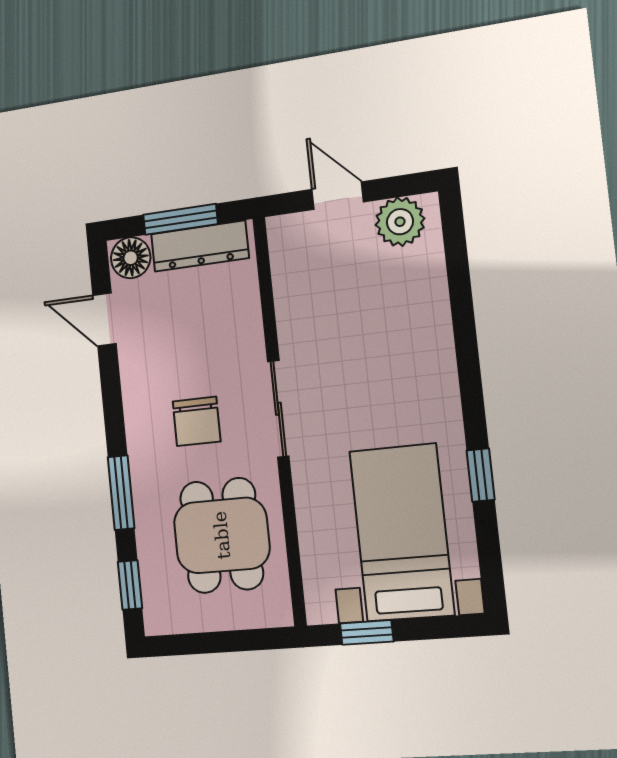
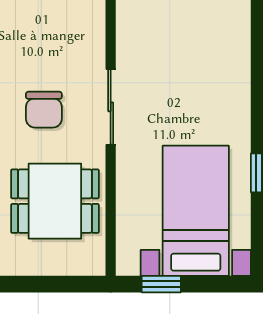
dining table: (222, 535) -> (55, 201), turned 90

